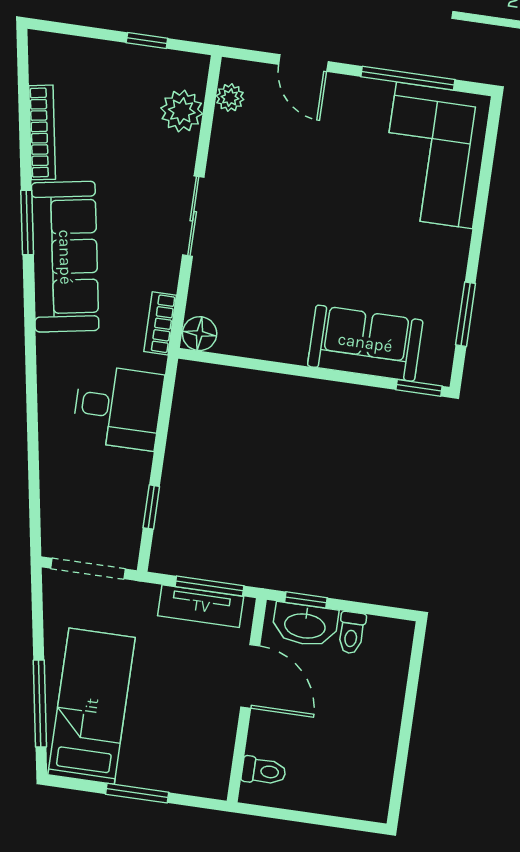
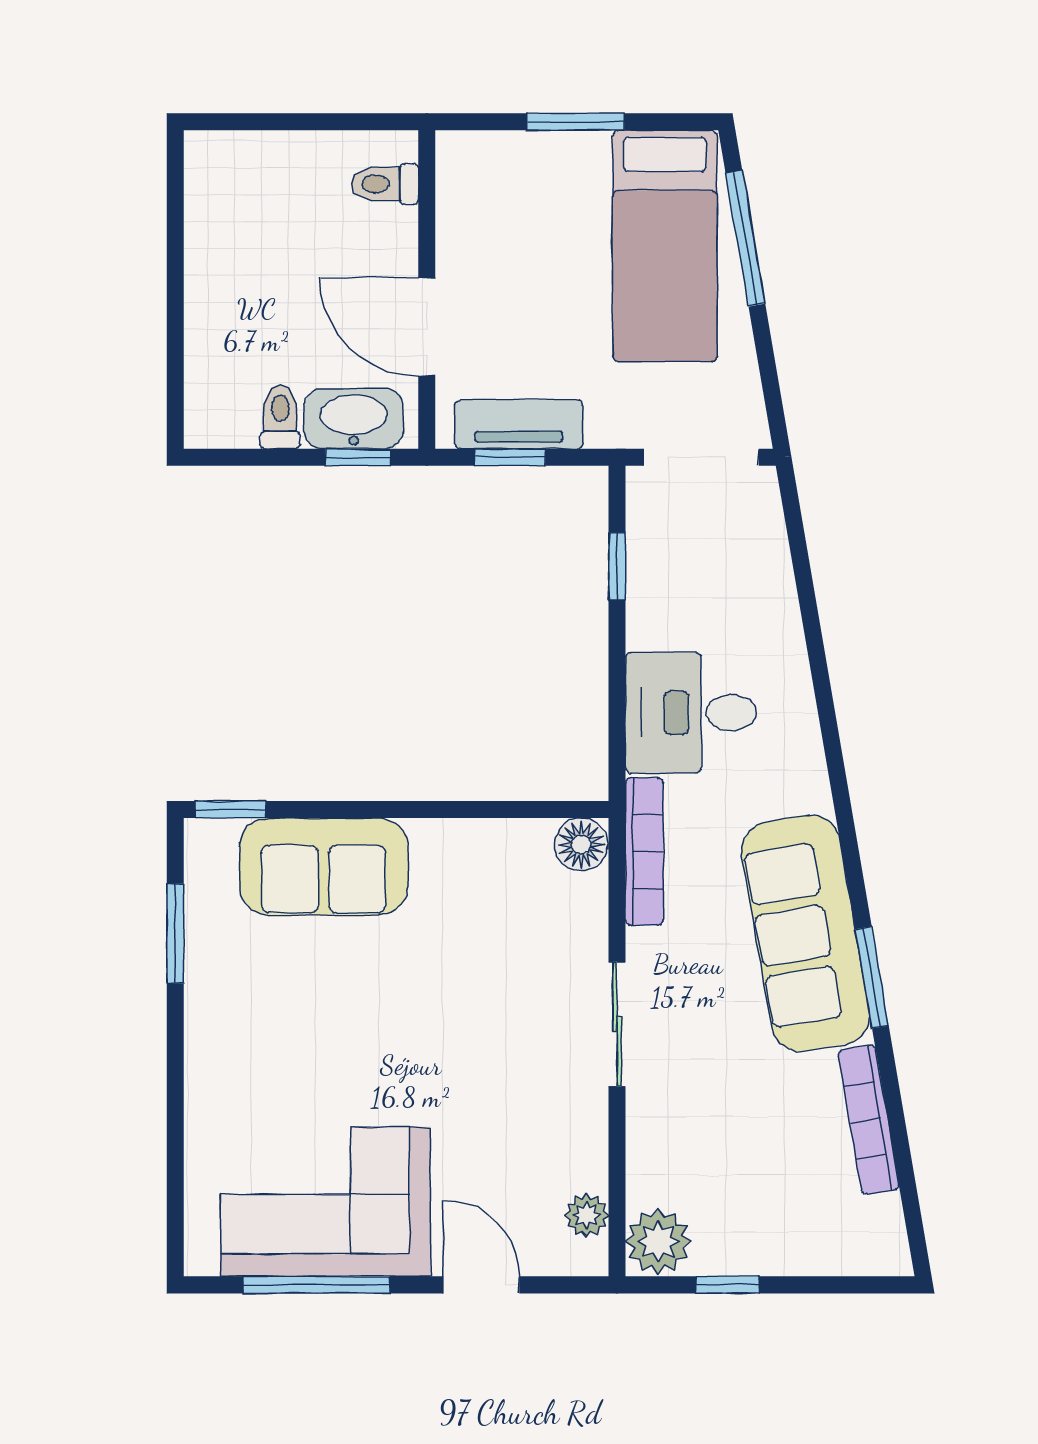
plant: (182, 111) -> (658, 1242), moved
corner sofa: (434, 155) -> (325, 1202), moved, turned -90
bookcase: (160, 323) -> (644, 852), width x1.56
window: (209, 586) -> (510, 457), width x0.67

